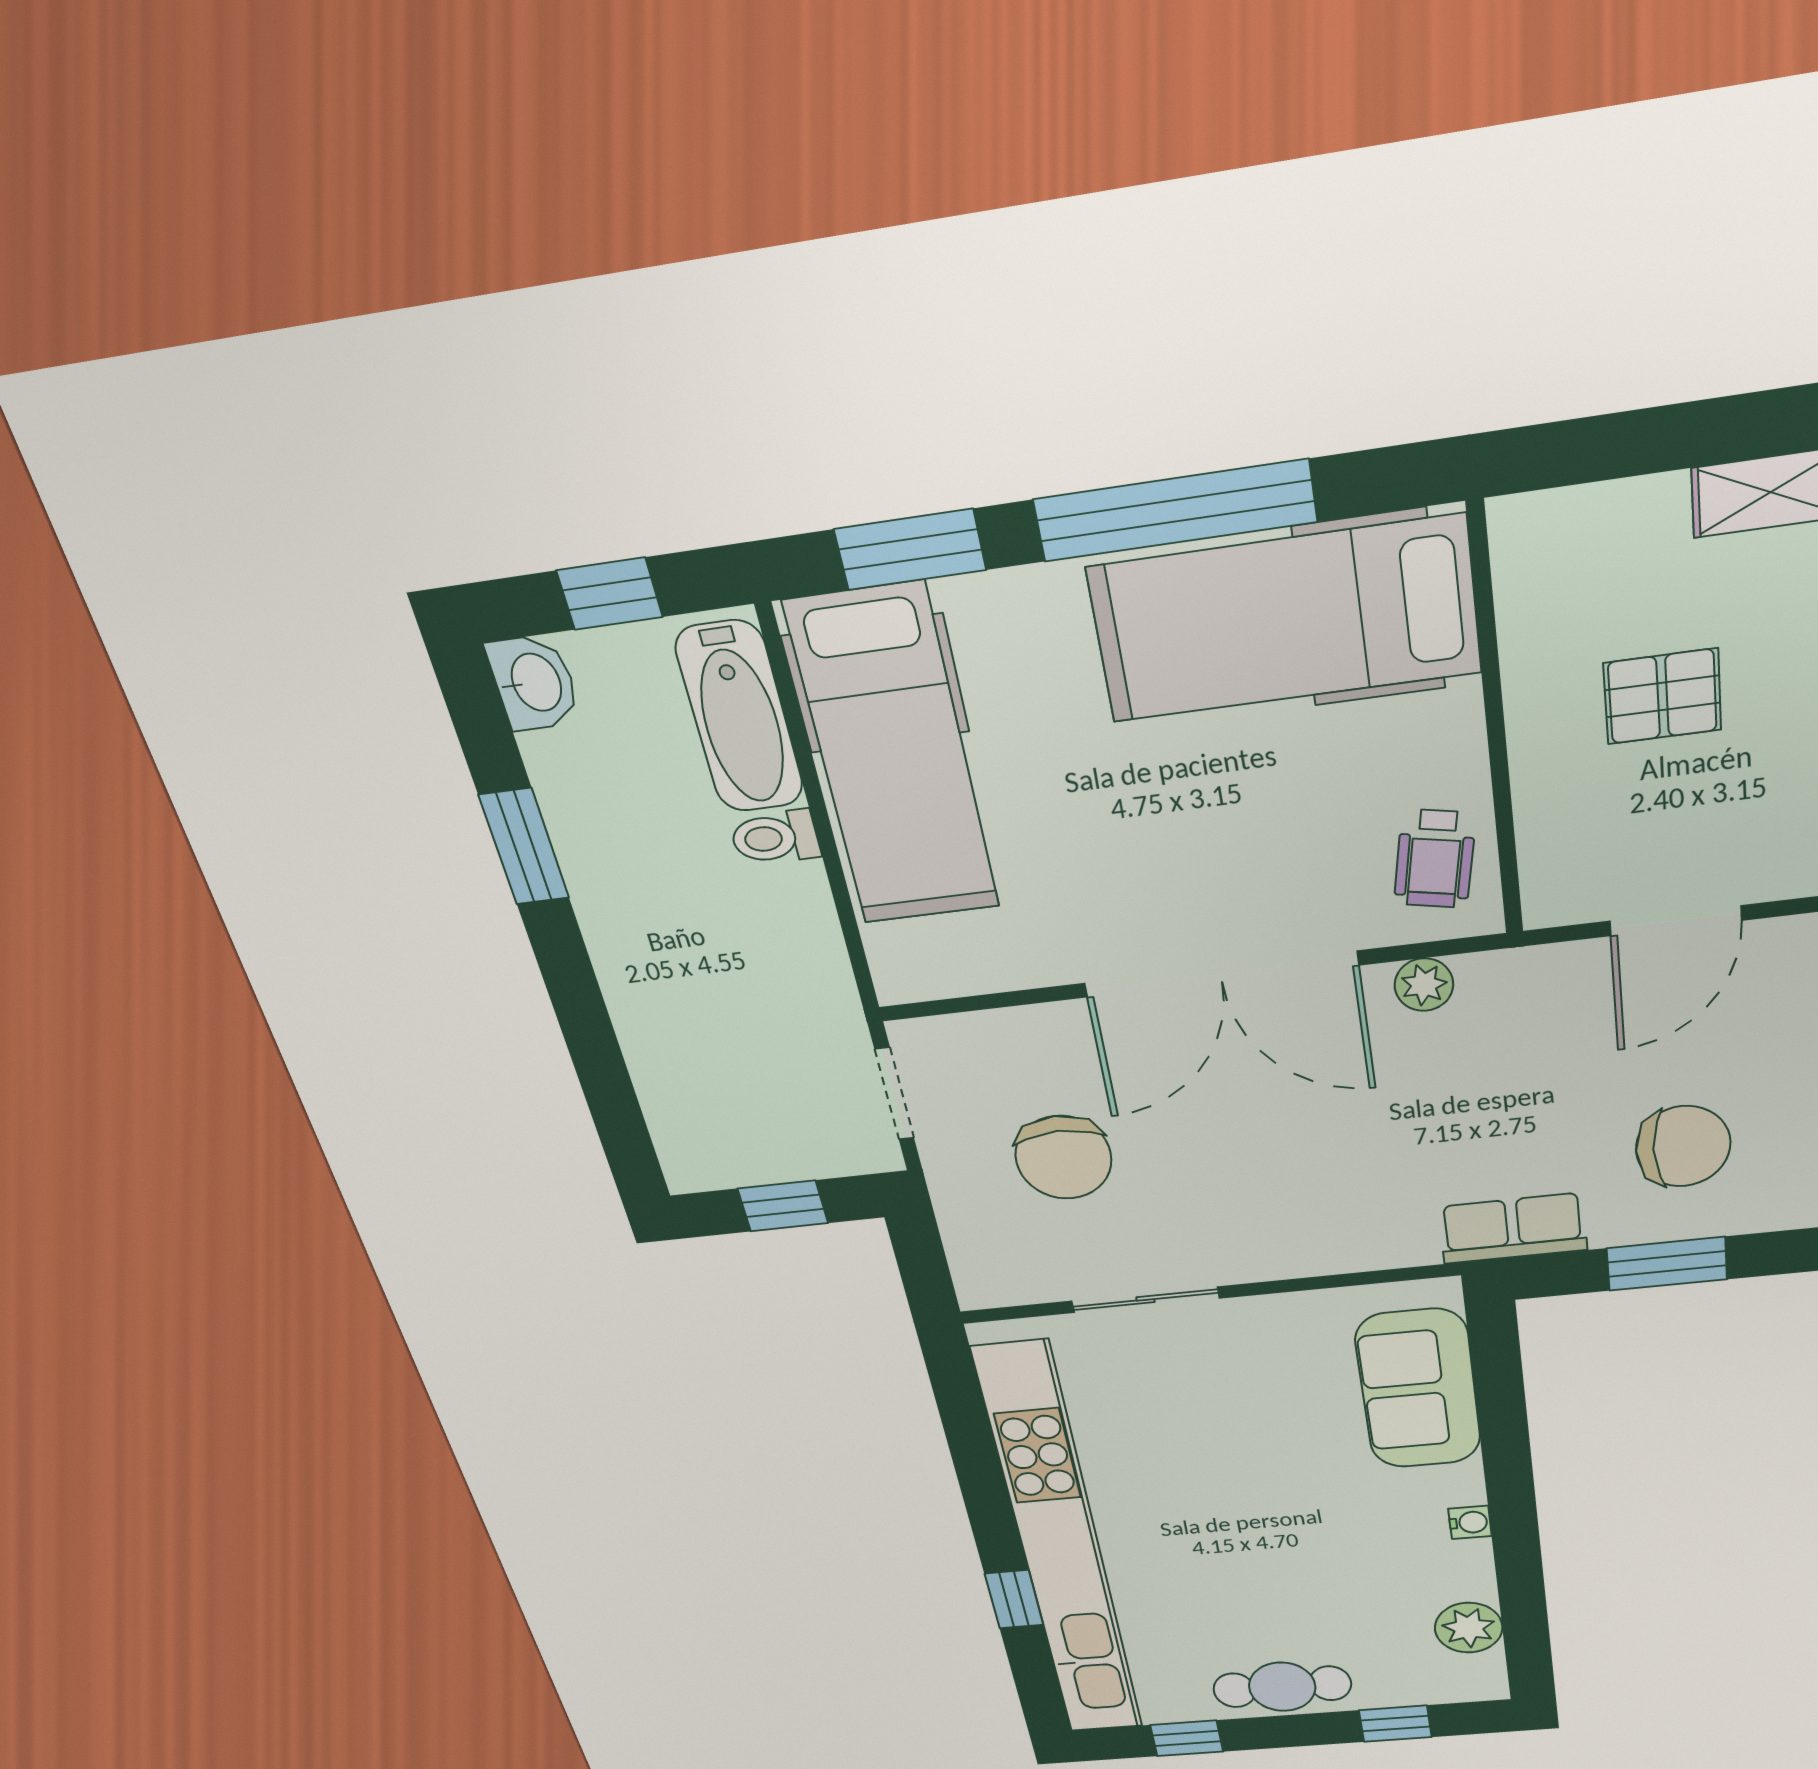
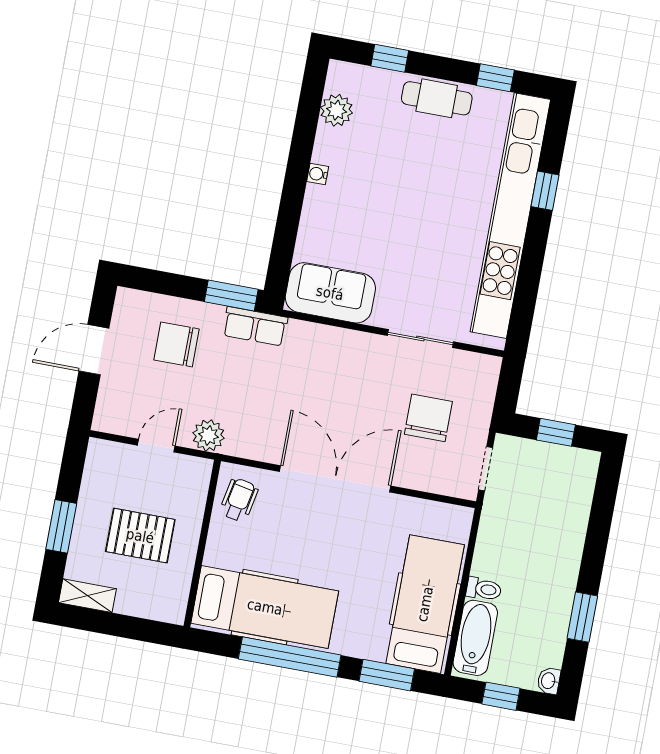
washbasin: (534, 683) -> (549, 681), width x0.72, depth x0.69
pallet: (1662, 696) -> (140, 536), width x1.50, depth x1.42
door: (1675, 921) -> (156, 446), width x0.73
plant: (1424, 985) -> (208, 435), moved, width x1.38, depth x1.38
window: (1667, 1264) -> (231, 296), moved
sofa: (1418, 1389) -> (330, 293), moved, turned -90

